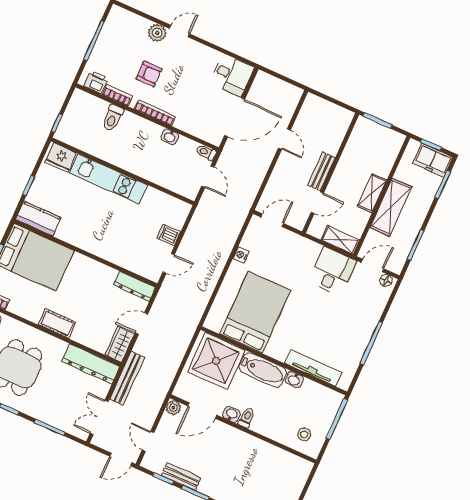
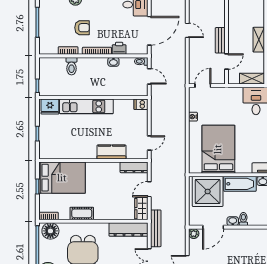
printer: (96, 82) -> (119, 48), moved
kitchen counter: (38, 219) -> (111, 152), moved
dishwasher: (169, 235) -> (141, 104), moved
cot: (57, 323) -> (82, 213), moved

